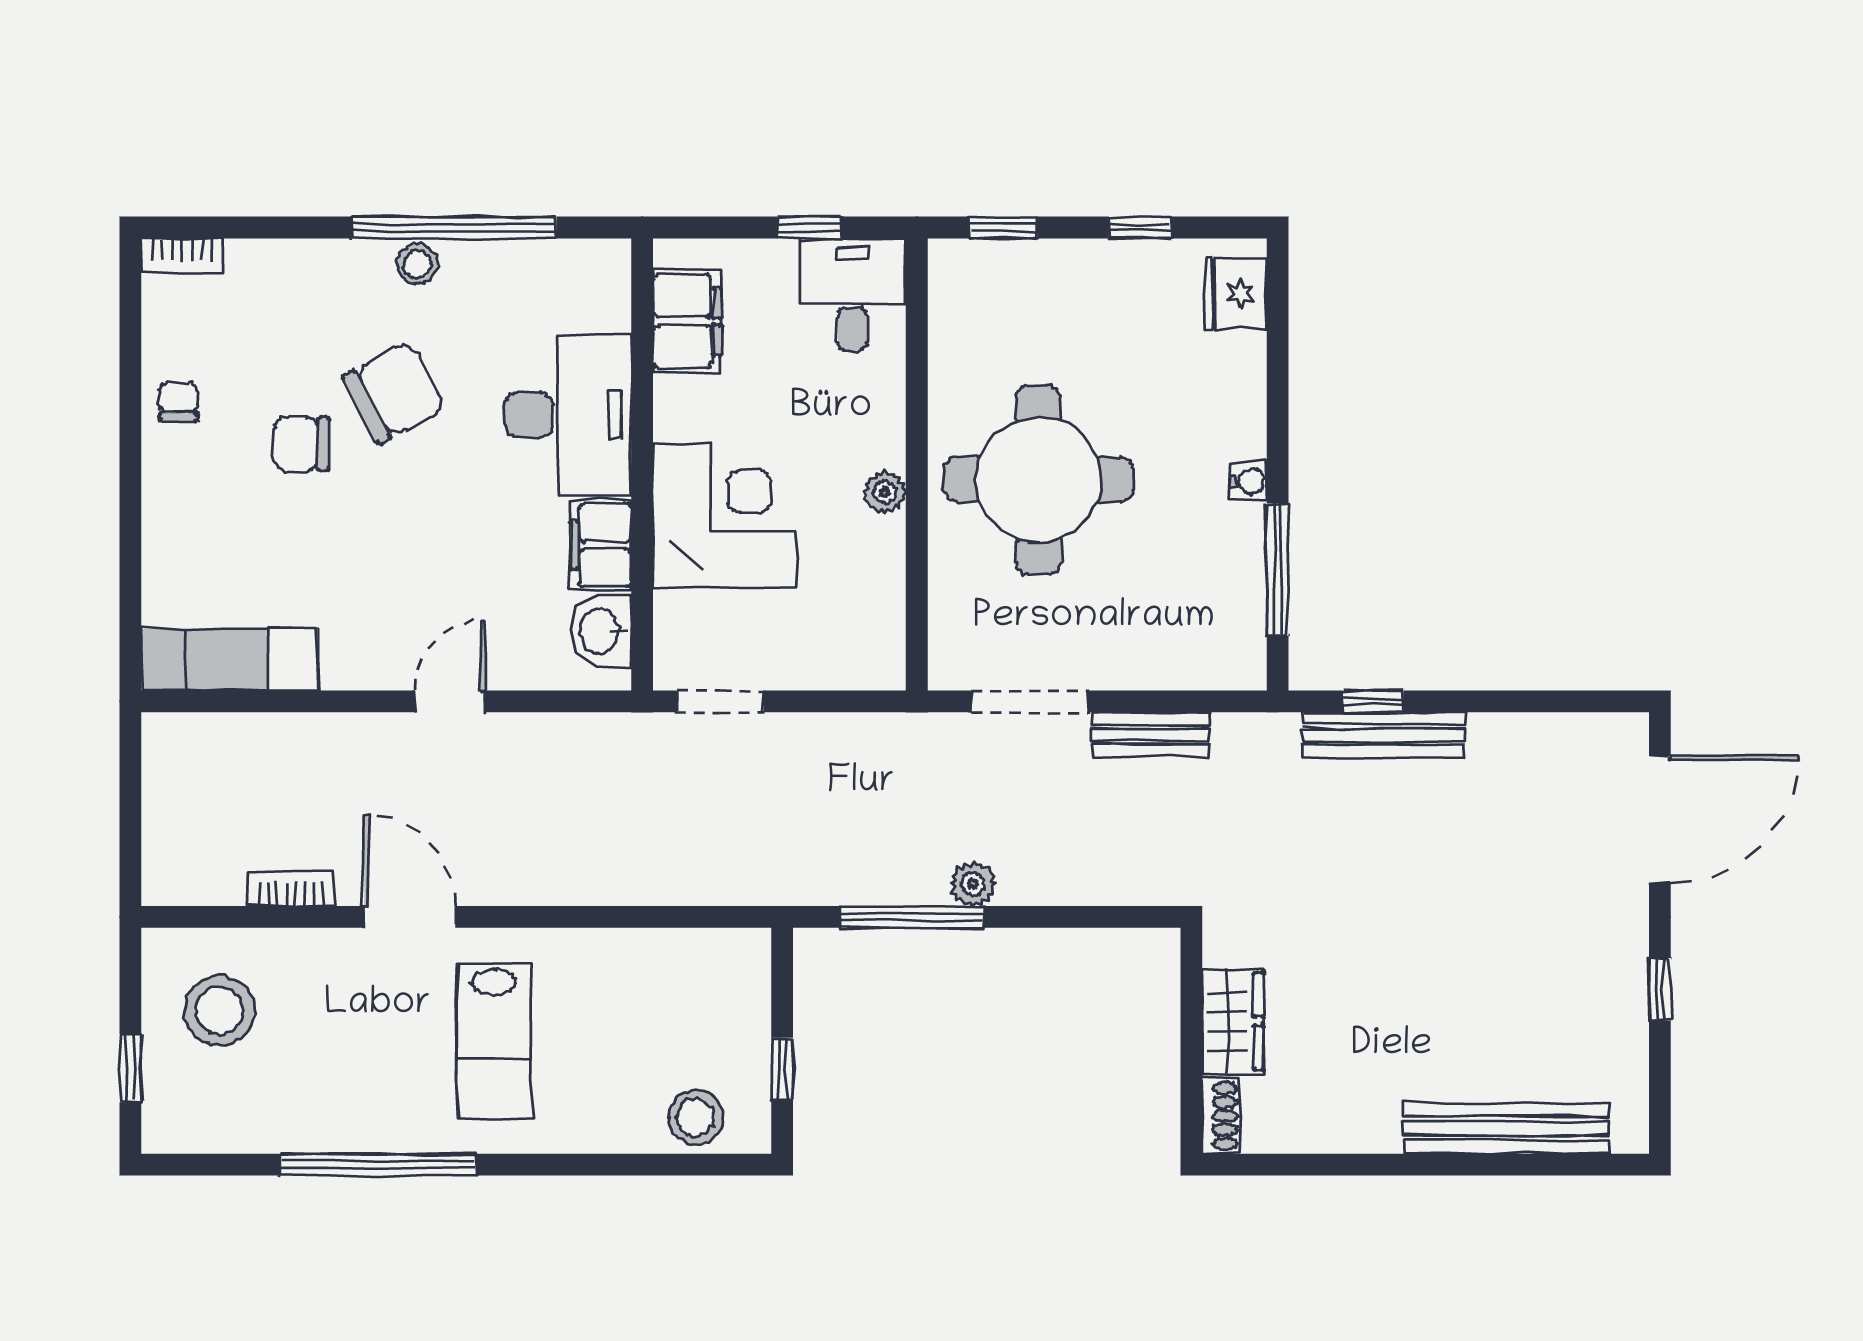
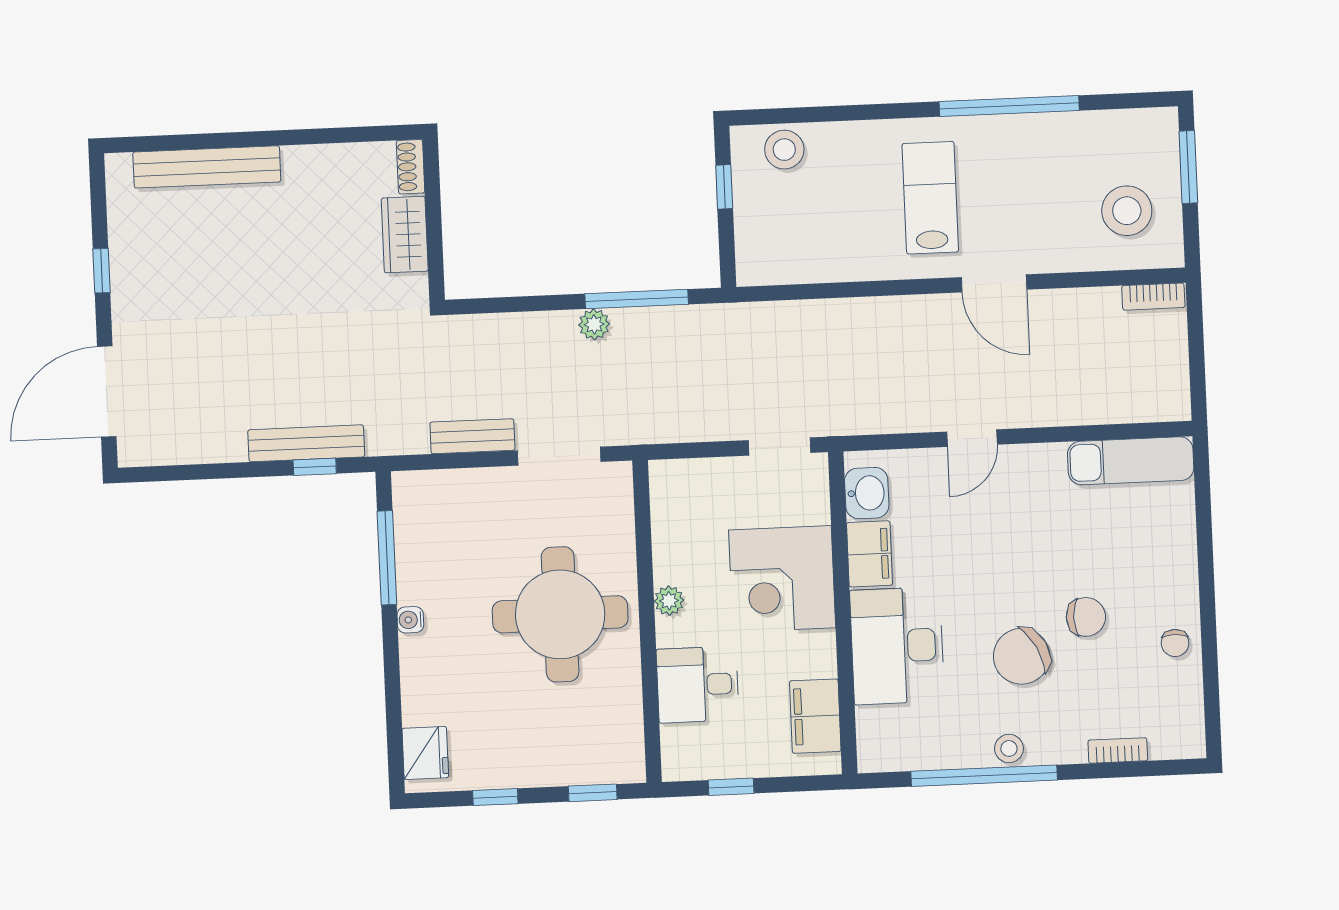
bookcase: (182, 255) -> (1118, 750), moved
desk: (853, 294) -> (698, 685), moved, turned 90
bookcase: (291, 889) -> (1153, 297), moved
window: (130, 1068) -> (1188, 167), width x1.50

